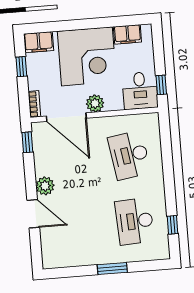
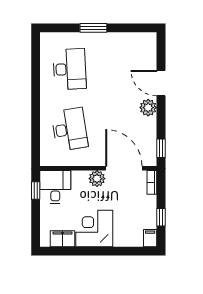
filing cabinet: (39, 42) -> (150, 238), width x0.50
corner desk: (87, 56) -> (94, 228), width x0.74, depth x0.74
window: (173, 225) -> (36, 63), removed

